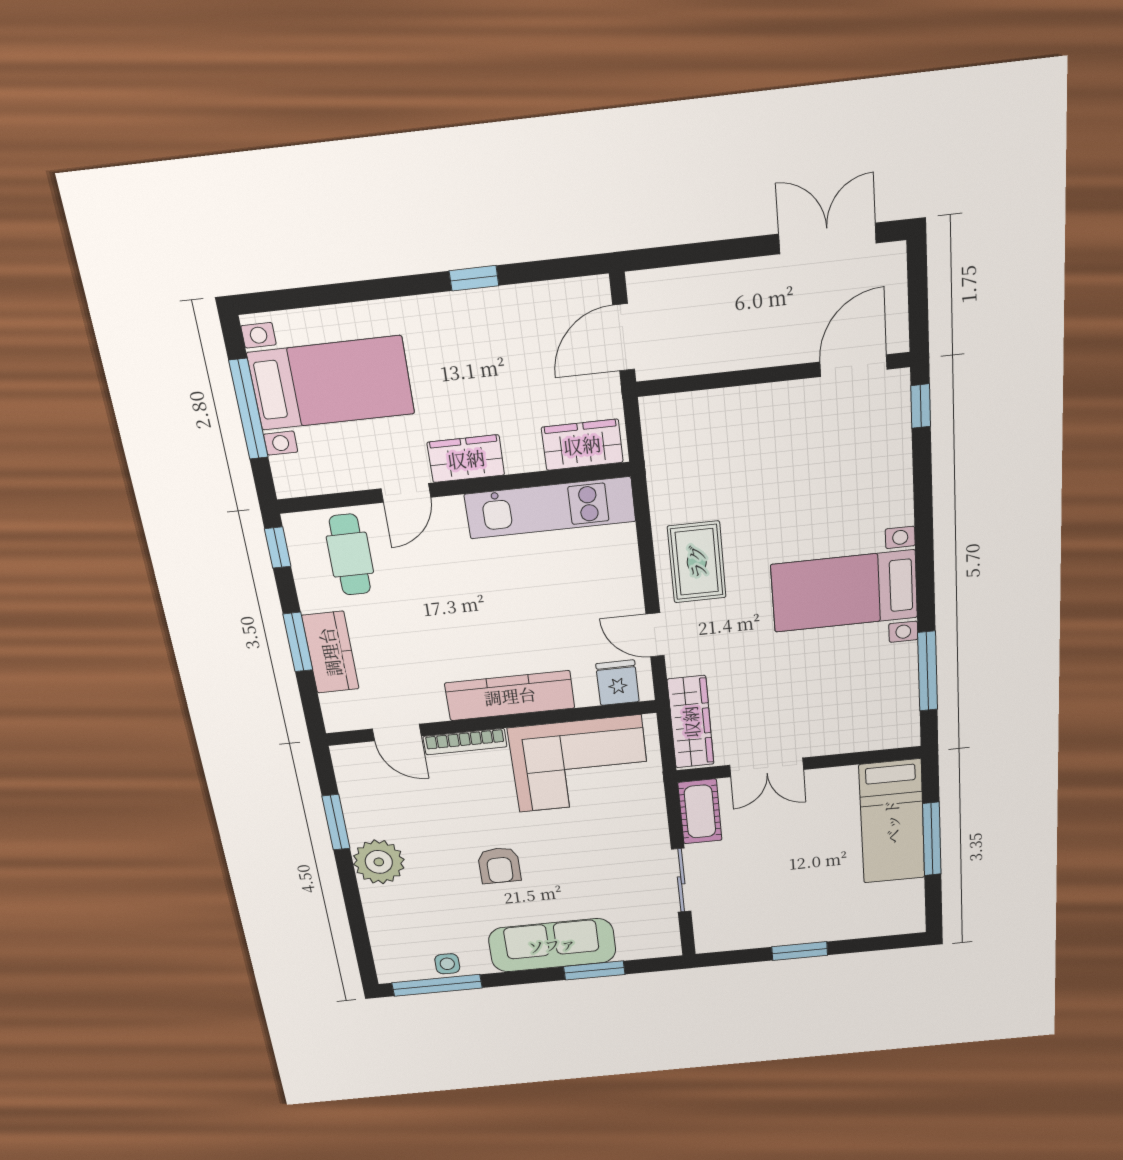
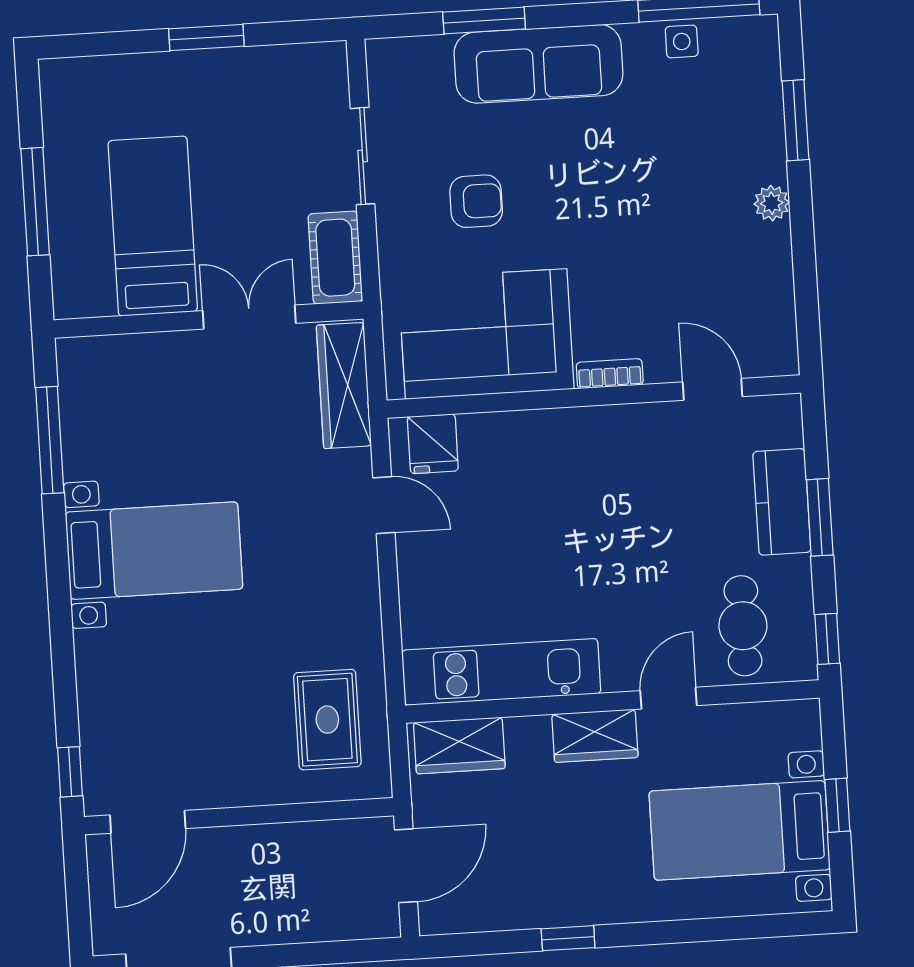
window: (248, 409) -> (837, 805), width x0.46
rug: (697, 562) -> (327, 720), moved
kitchen counter: (510, 696) -> (567, 433), removed
bookcase: (465, 742) -> (610, 374), width x0.64
window: (336, 822) -> (795, 120), moved
bed: (892, 822) -> (153, 226), moved
plant: (379, 862) -> (772, 203), width x0.53, depth x0.53
armchair: (499, 865) -> (476, 201), moved, turned 90

